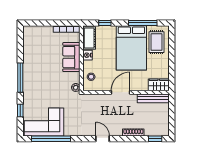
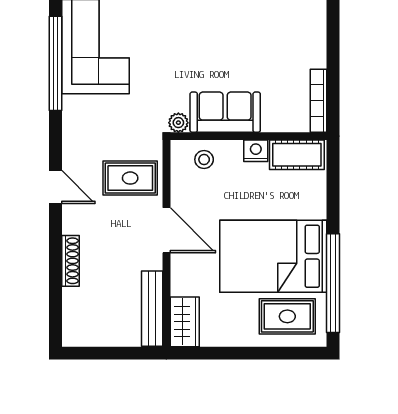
window: (105, 23) -> (333, 193), removed
window: (143, 23) -> (333, 283), width x1.46
sofa: (71, 57) -> (225, 112), moved
rug: (99, 108) -> (130, 178), added
door: (103, 139) -> (55, 187), hinge flipped
window: (155, 139) -> (55, 313), removed

